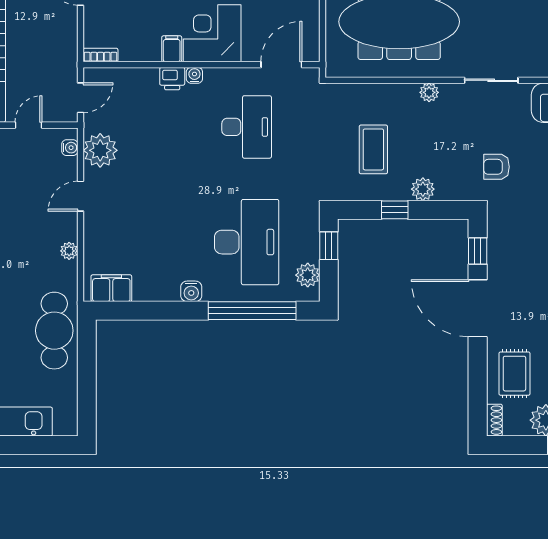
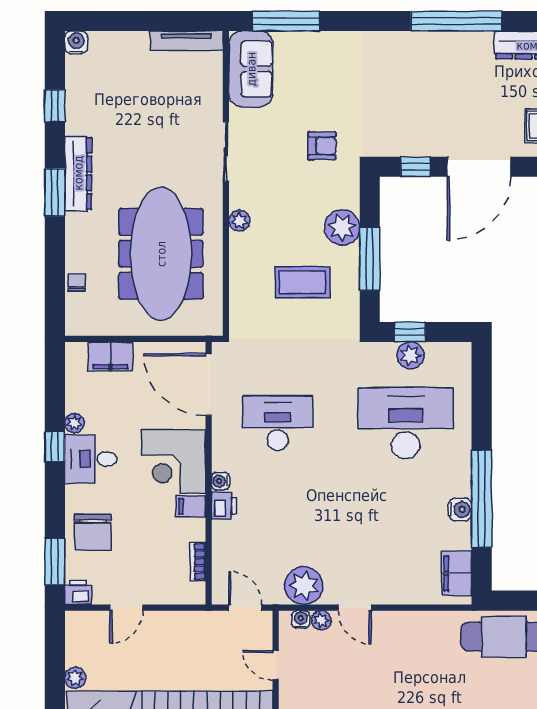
bookcase: (101, 55) -> (198, 561), moved
door: (281, 65) -> (209, 385), width x1.36
armchair: (496, 167) -> (322, 146), turned -90
plant: (423, 189) -> (342, 228), width x1.36, depth x1.36
window: (395, 210) -> (370, 259), width x2.17
plant: (69, 251) -> (321, 620), moved
plant: (308, 275) -> (411, 355), moved
water cooler: (191, 291) -> (460, 509), moved
window: (252, 311) -> (482, 499), moved

